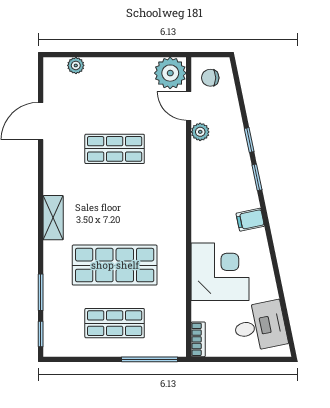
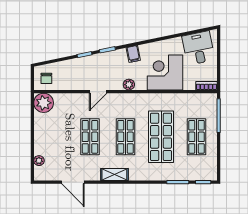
door: (189, 106) -> (98, 92), moved
plant: (200, 132) -> (129, 85), moved
shop shelf: (115, 207) -> (125, 137), added
shelving: (53, 218) -> (114, 174), moved

